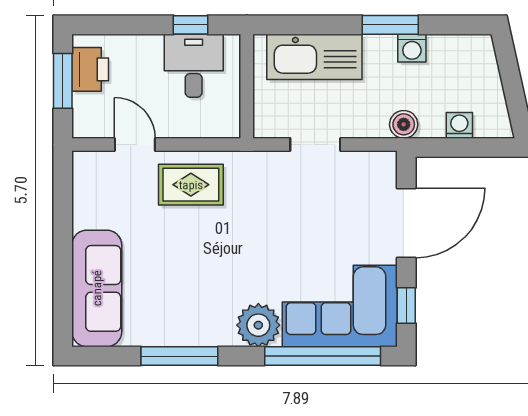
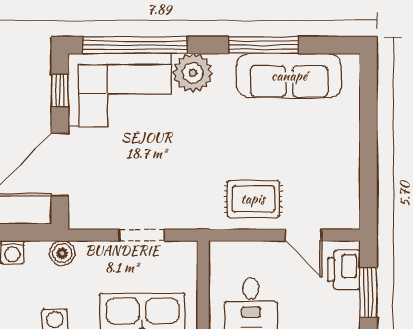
printer: (90, 69) -> (344, 270), moved
sofa: (97, 288) -> (289, 76), moved, turned -90

